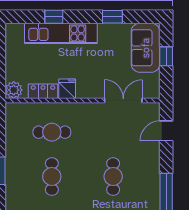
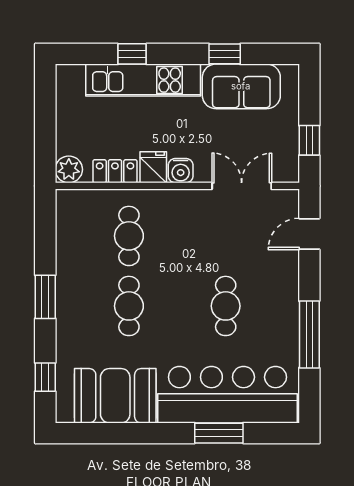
sofa: (146, 48) -> (241, 86), moved, turned -90
window: (166, 56) -> (309, 140), moved
water cooler: (85, 91) -> (181, 171), added
cafe table: (52, 132) -> (129, 236), turned 90

